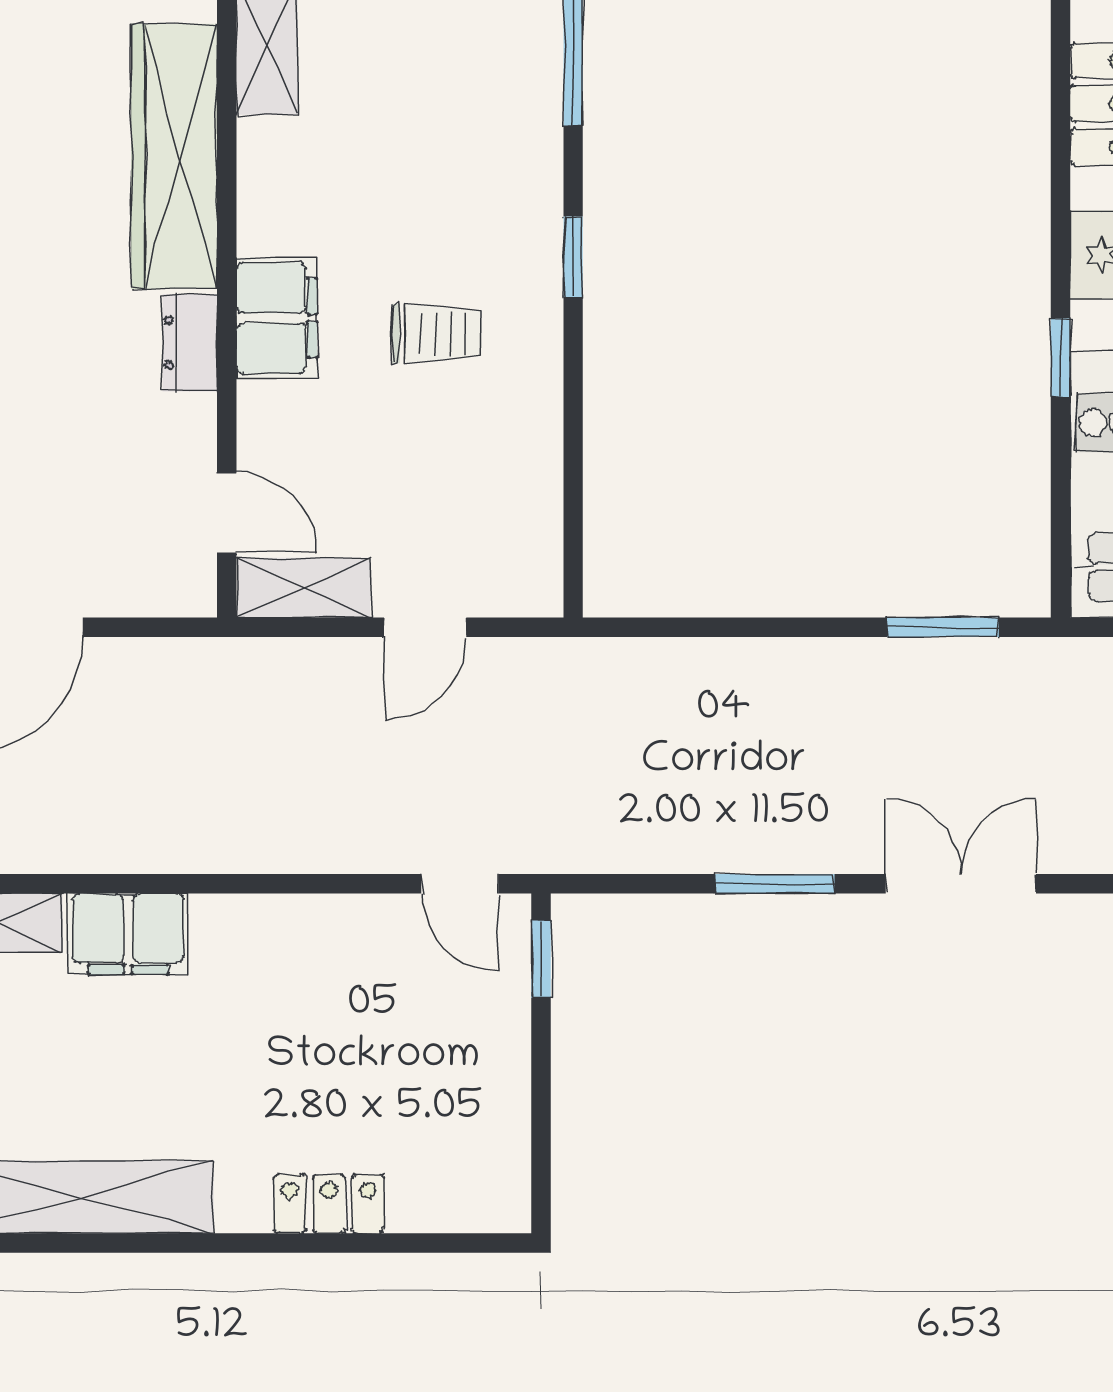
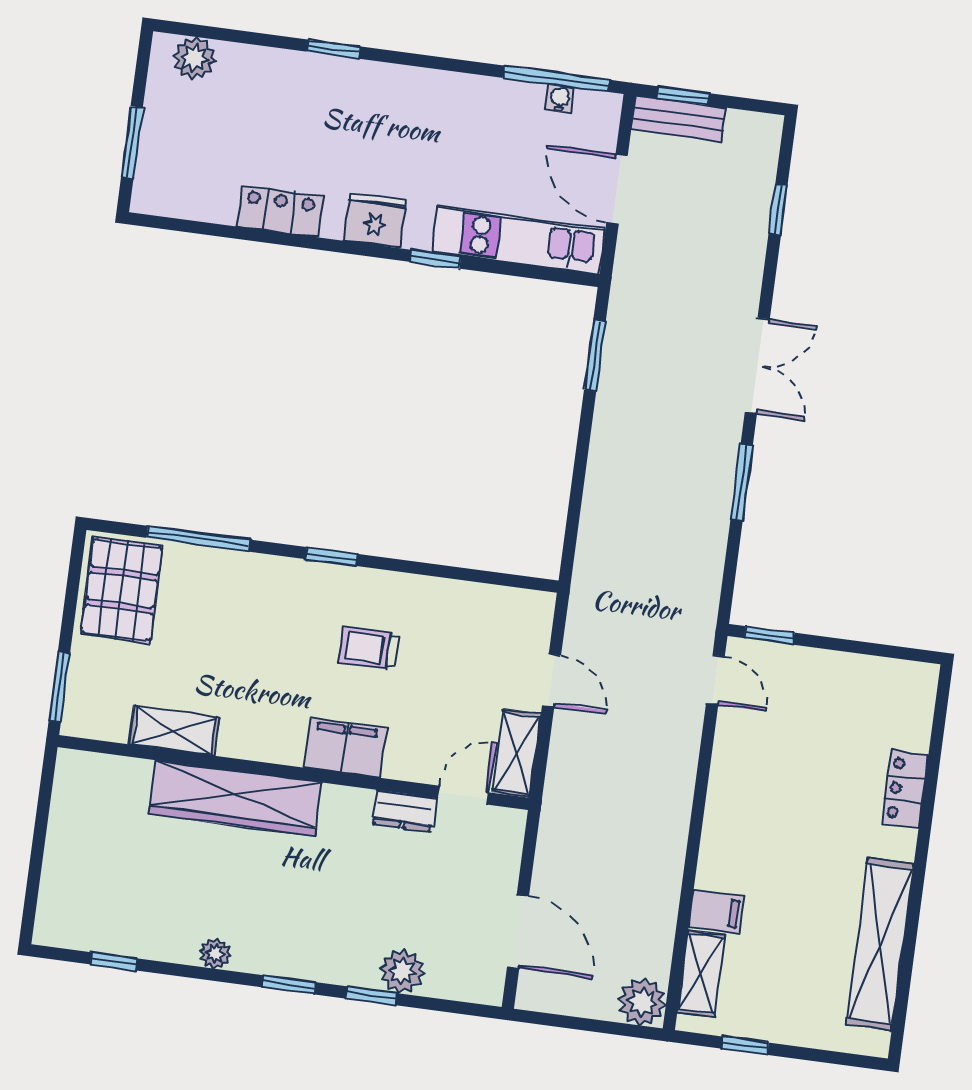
trolley: (437, 333) -> (368, 648), turned -90
dresser: (190, 343) -> (404, 811), moved
door: (460, 884) -> (715, 680), hinge flipped
double door: (961, 884) -> (757, 366), swing flipped
filing cabinet: (128, 934) -> (716, 911), width x0.50

